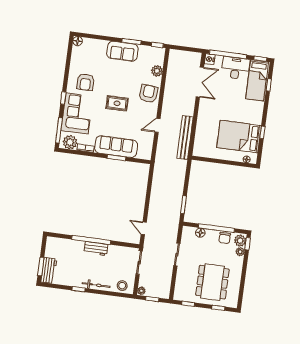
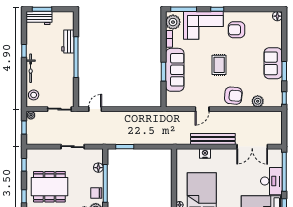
nightstand: (210, 59) -> (205, 154), moved
door: (157, 125) -> (202, 109), swing flipped
bench: (185, 138) -> (213, 139), moved
workbench: (96, 248) -> (68, 41), moved

